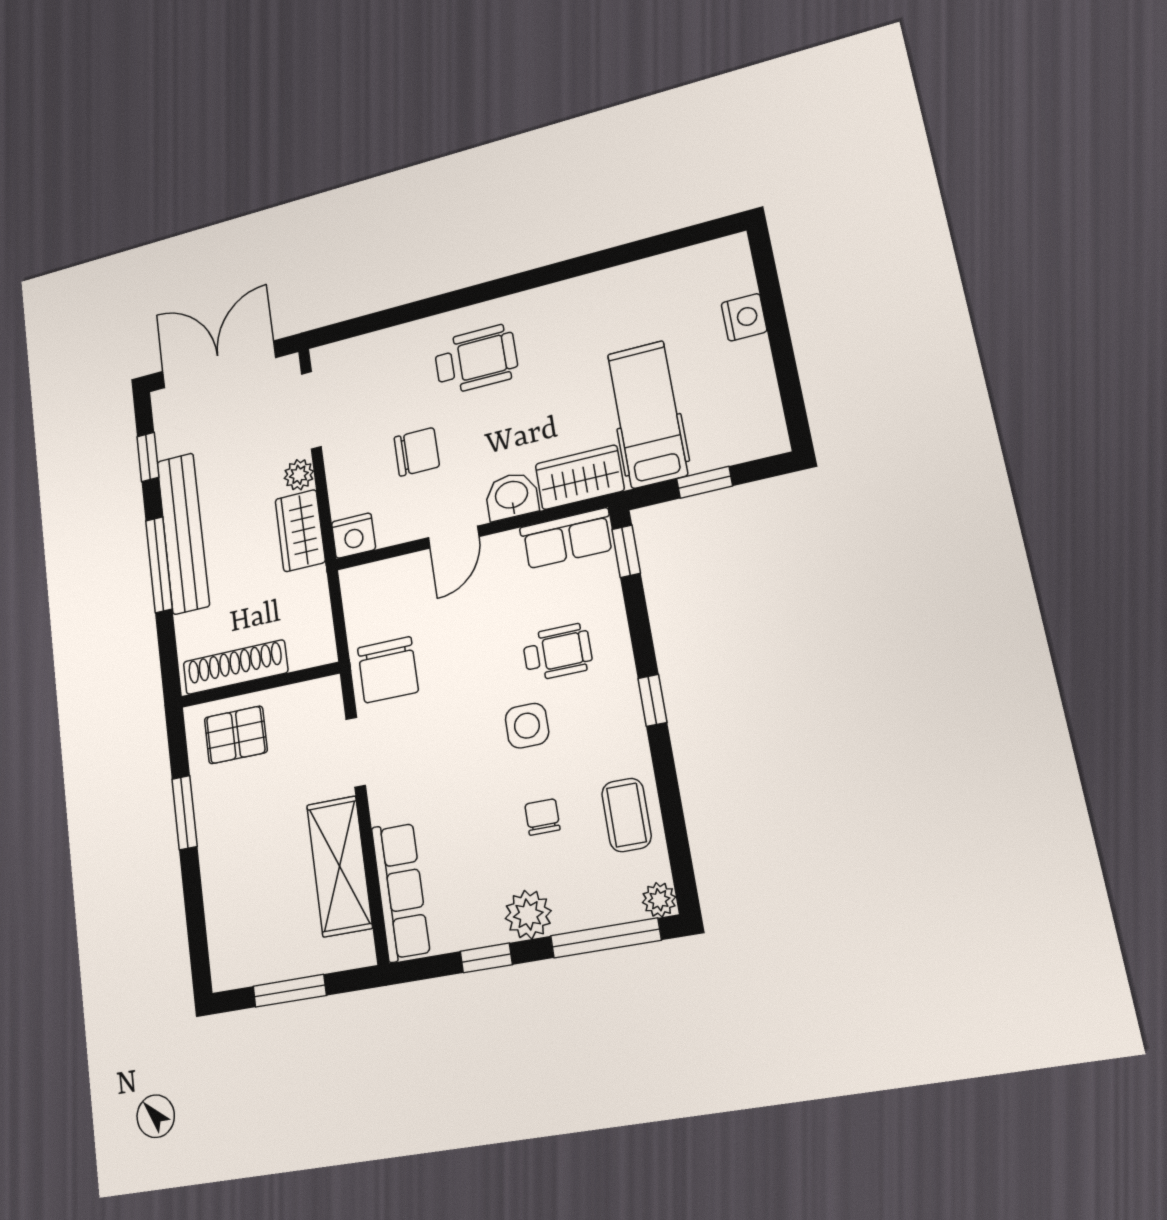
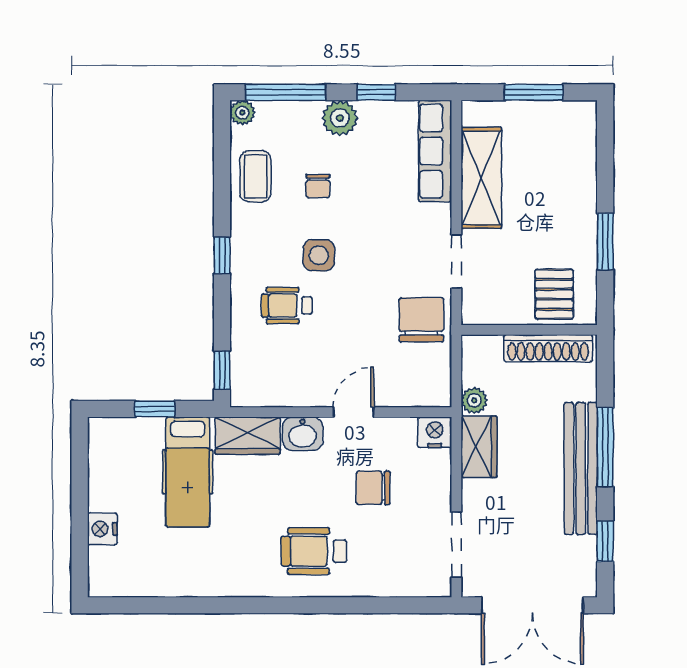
plant: (299, 475) -> (474, 400), moved
row of seats: (567, 538) -> (265, 390), removed
pallet: (236, 735) -> (554, 294), turned 90

